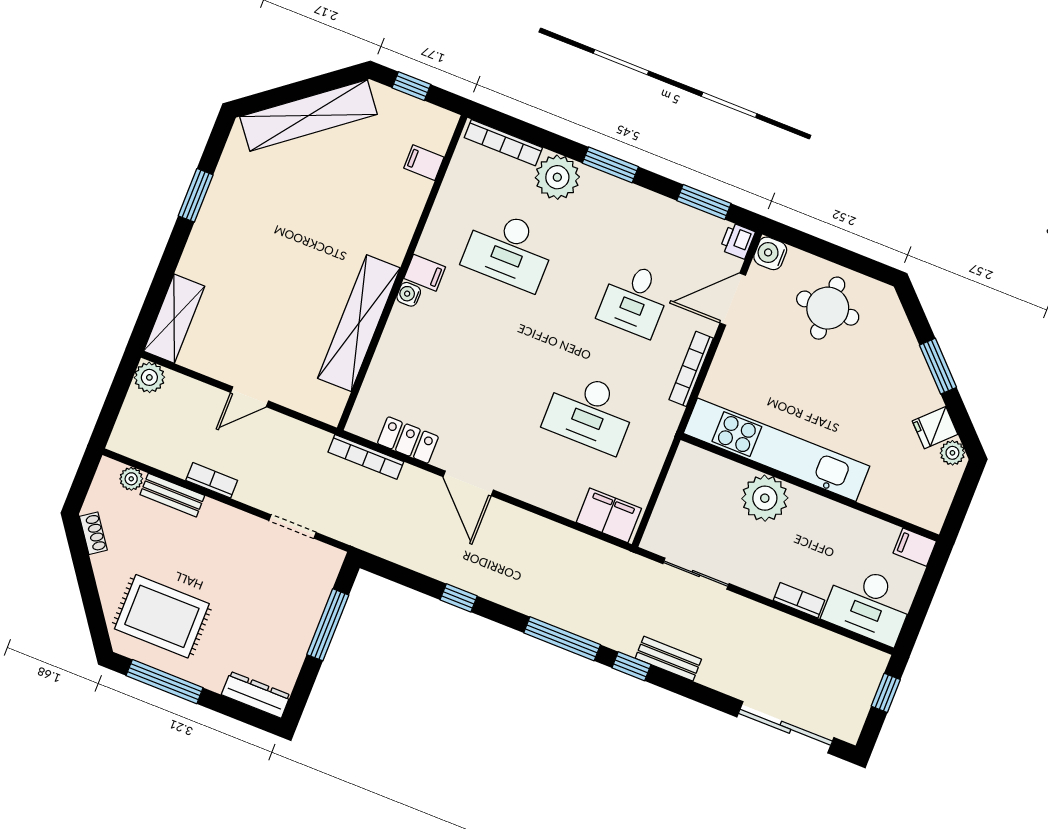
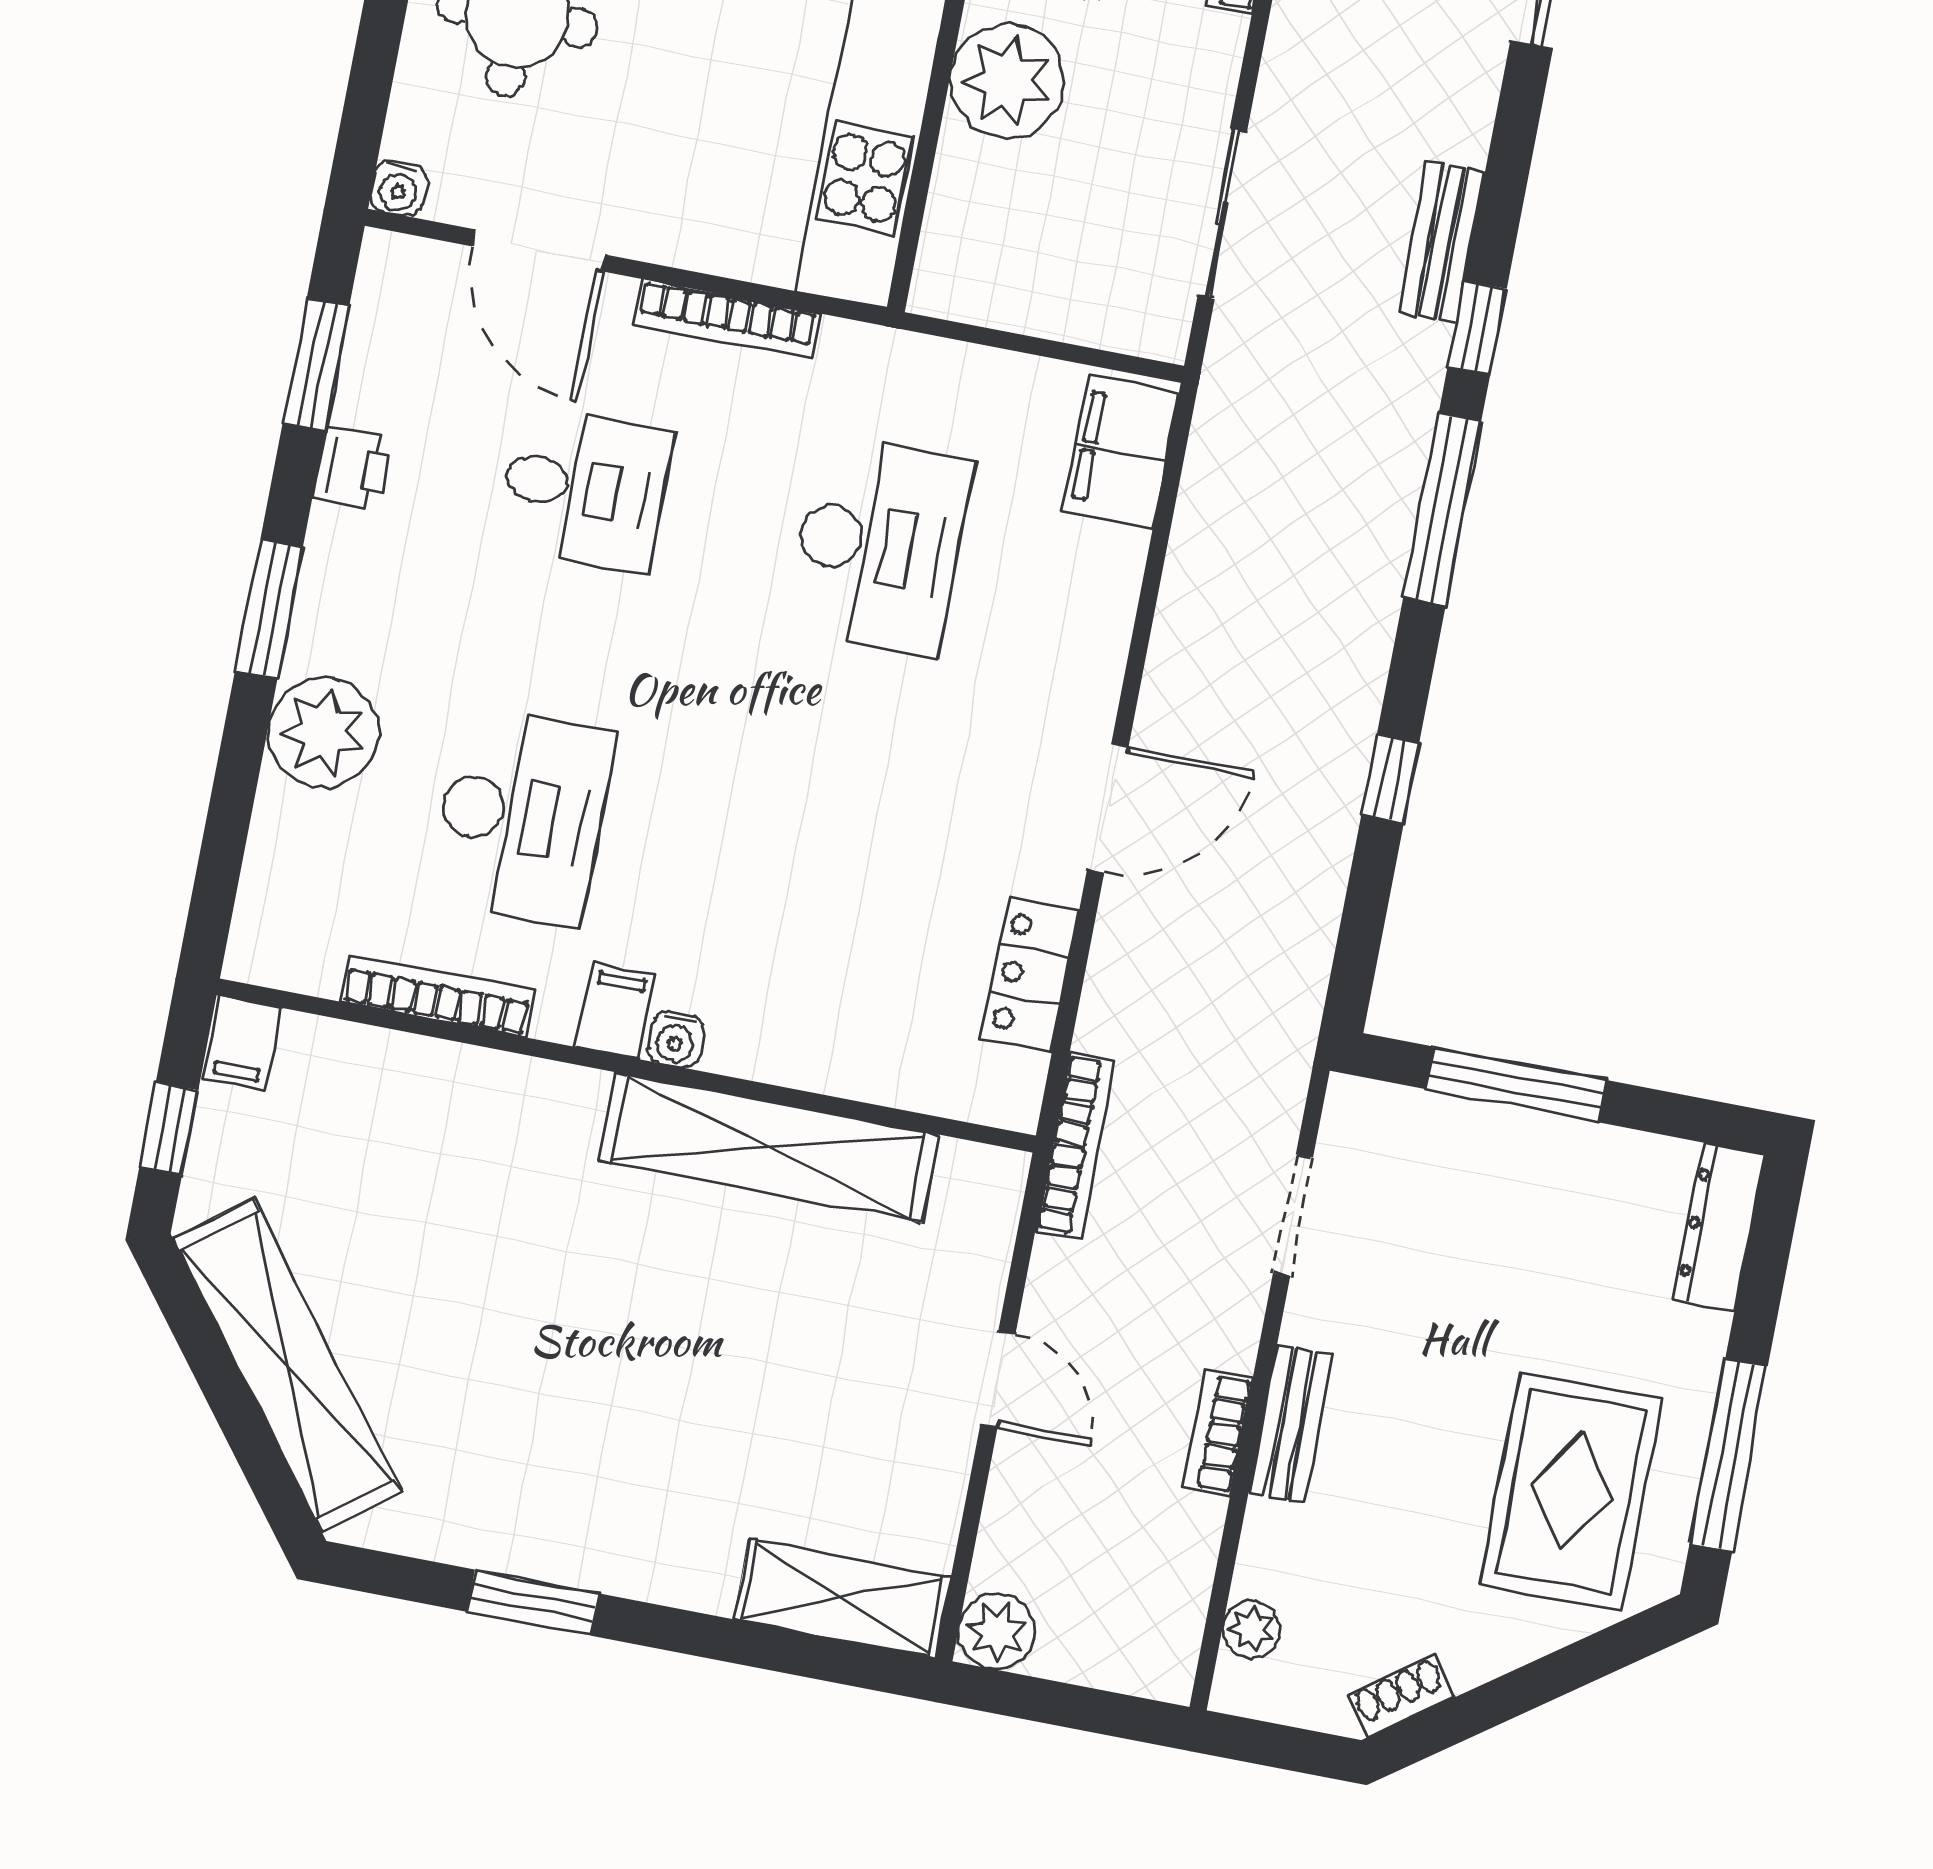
bookcase: (503, 143) -> (437, 996), moved, turned -90
filing cabinet: (424, 163) -> (242, 1043), moved
printer: (737, 241) -> (352, 468), moved, turned -90
water cooler: (770, 253) -> (399, 188), width x0.72, depth x0.72
bookcase: (366, 457) -> (1075, 1146), moved
bench: (172, 495) -> (1291, 1424), moved

